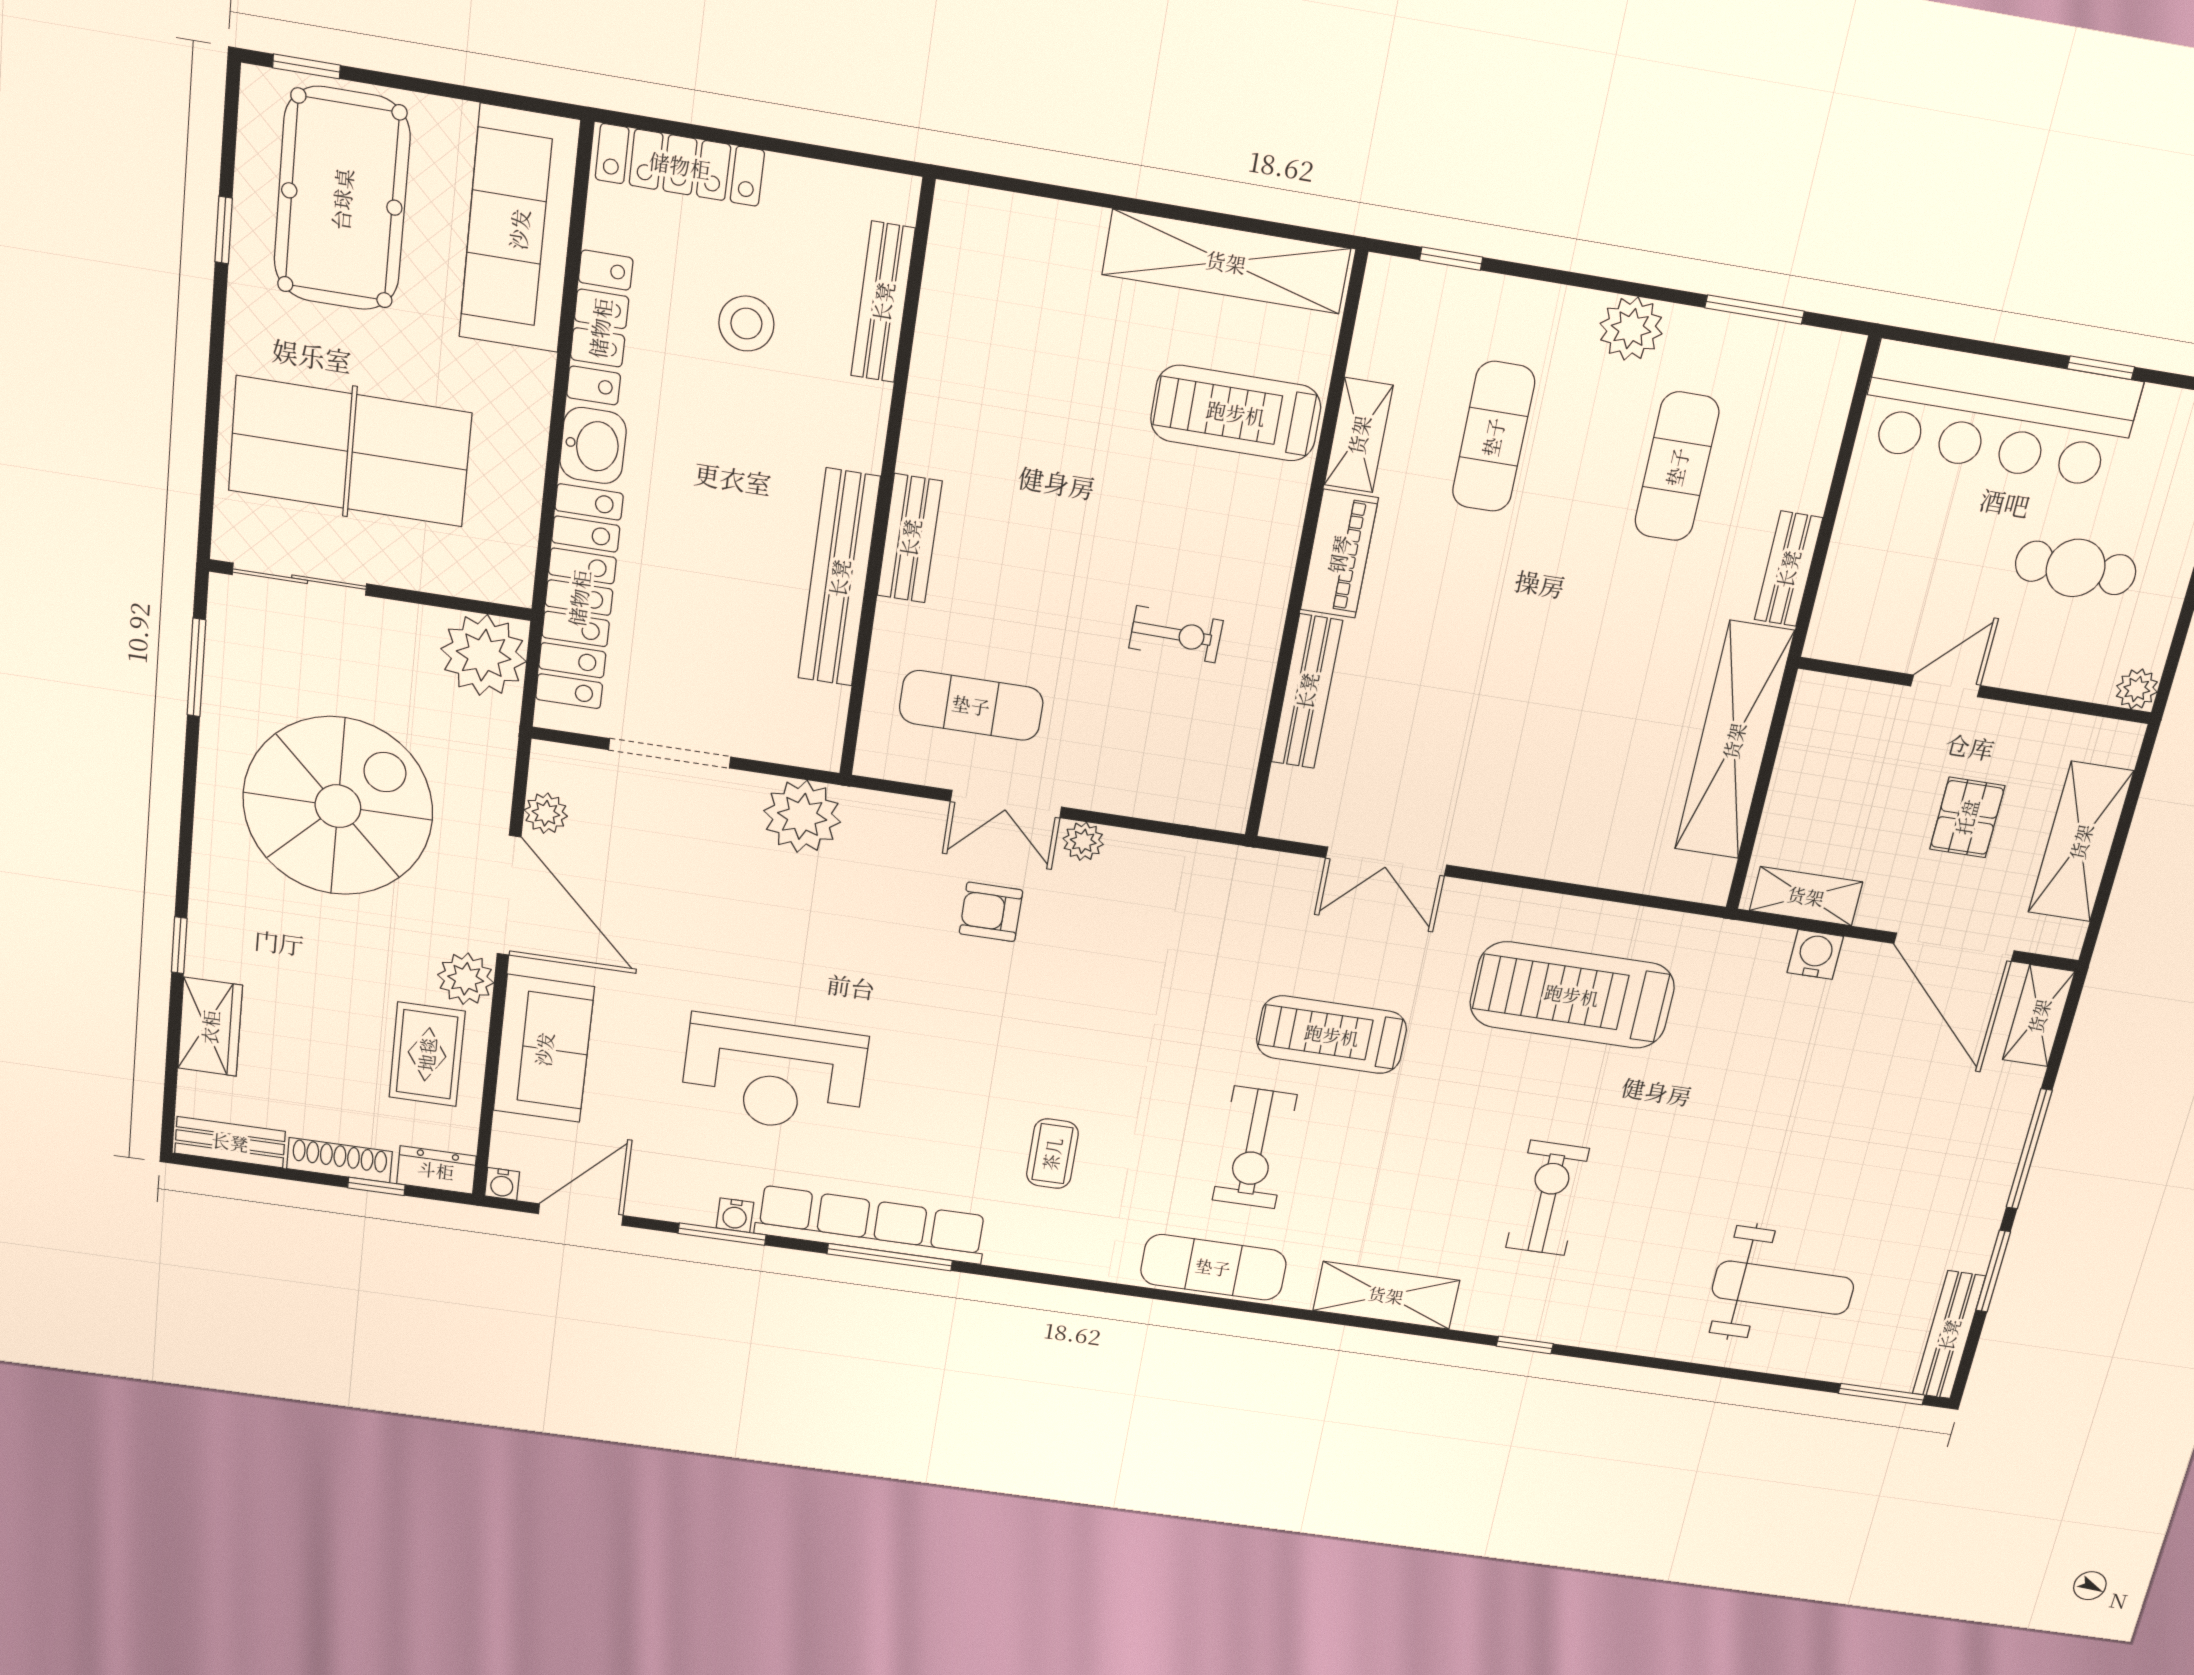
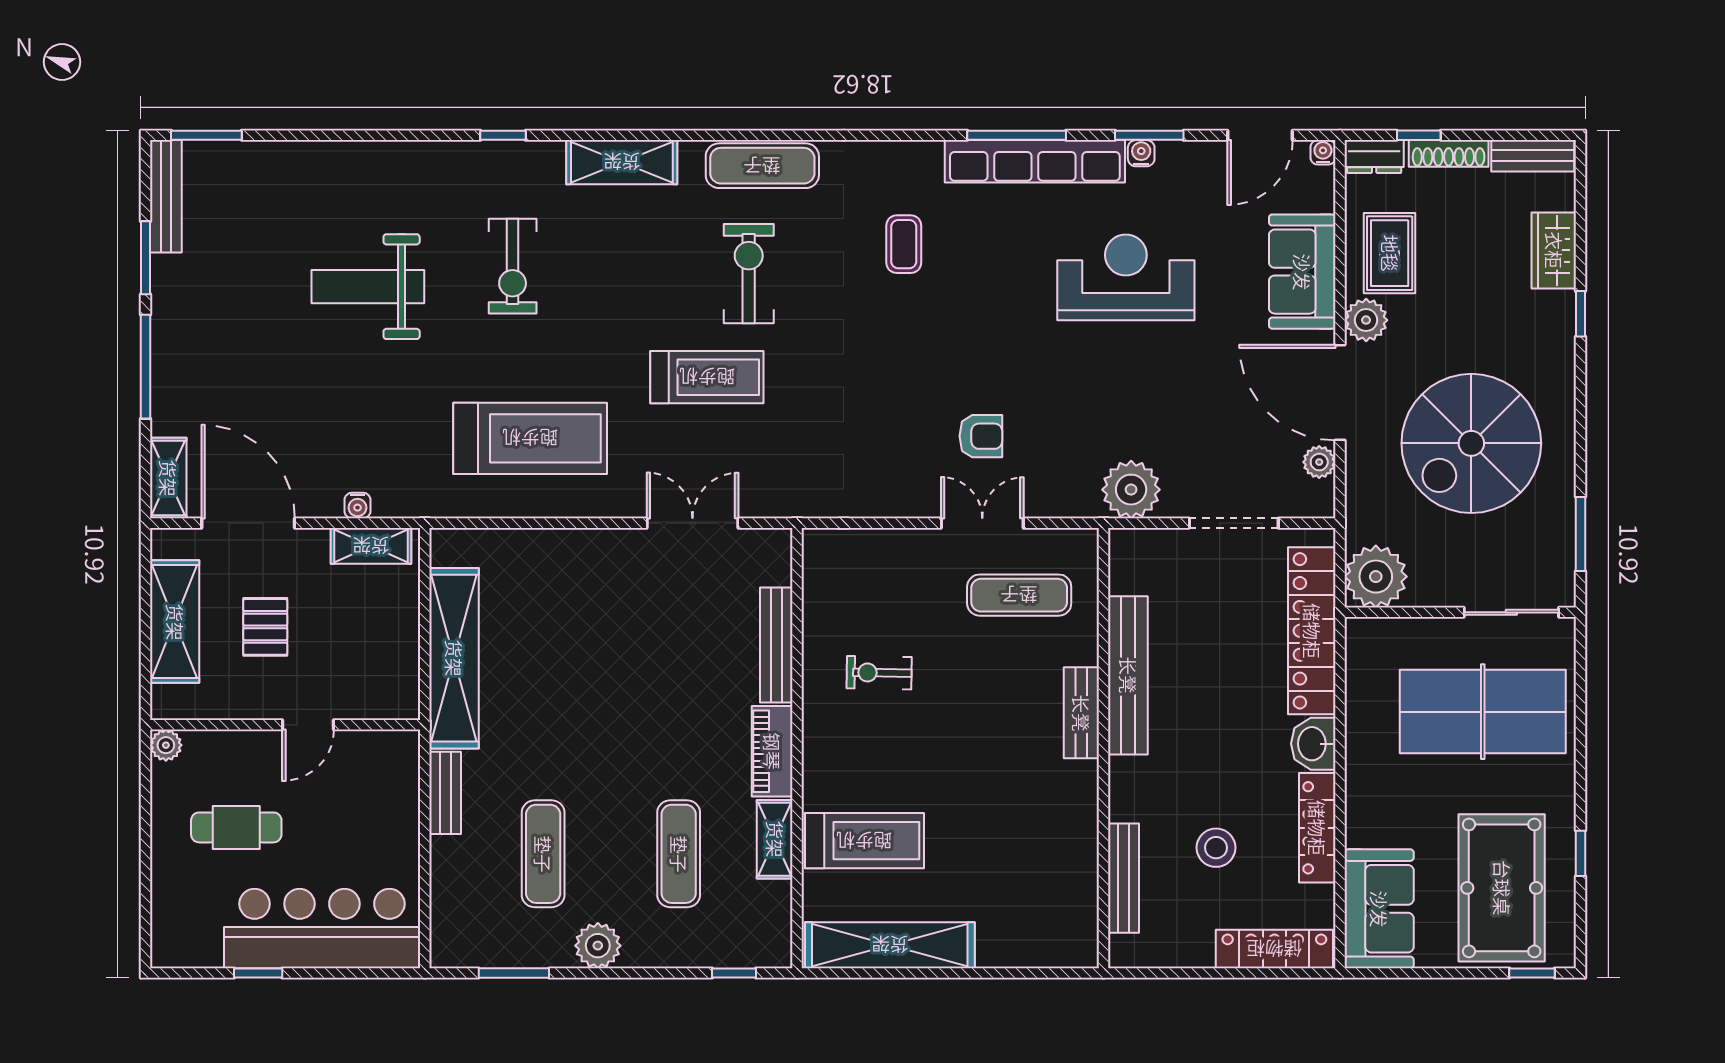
sofa: (519, 229) -> (1379, 909), width x0.73
plant: (1083, 841) -> (921, 503), removed
water cooler: (1815, 954) -> (357, 505), width x0.72, depth x0.72
weight bench: (1783, 1288) -> (368, 287), moved

